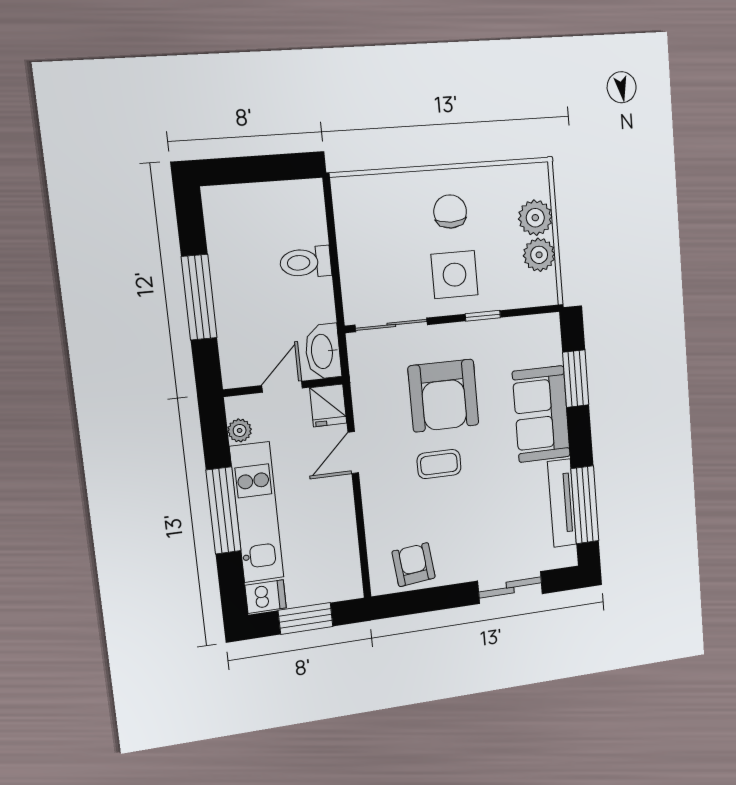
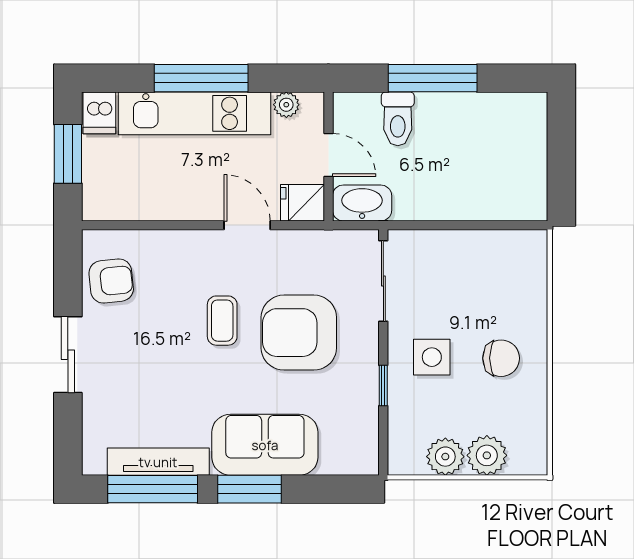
toilet: (306, 262) -> (398, 119), moved, turned 180
side table: (455, 275) -> (432, 357), width x0.73, depth x0.73
window: (576, 379) -> (249, 489), moved
sliding door: (510, 587) -> (68, 355), moved

